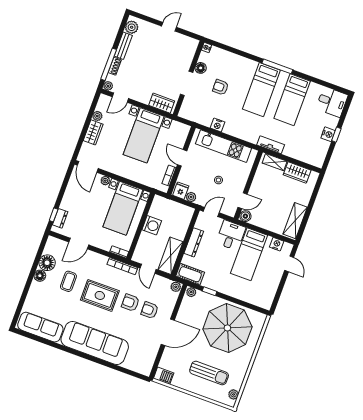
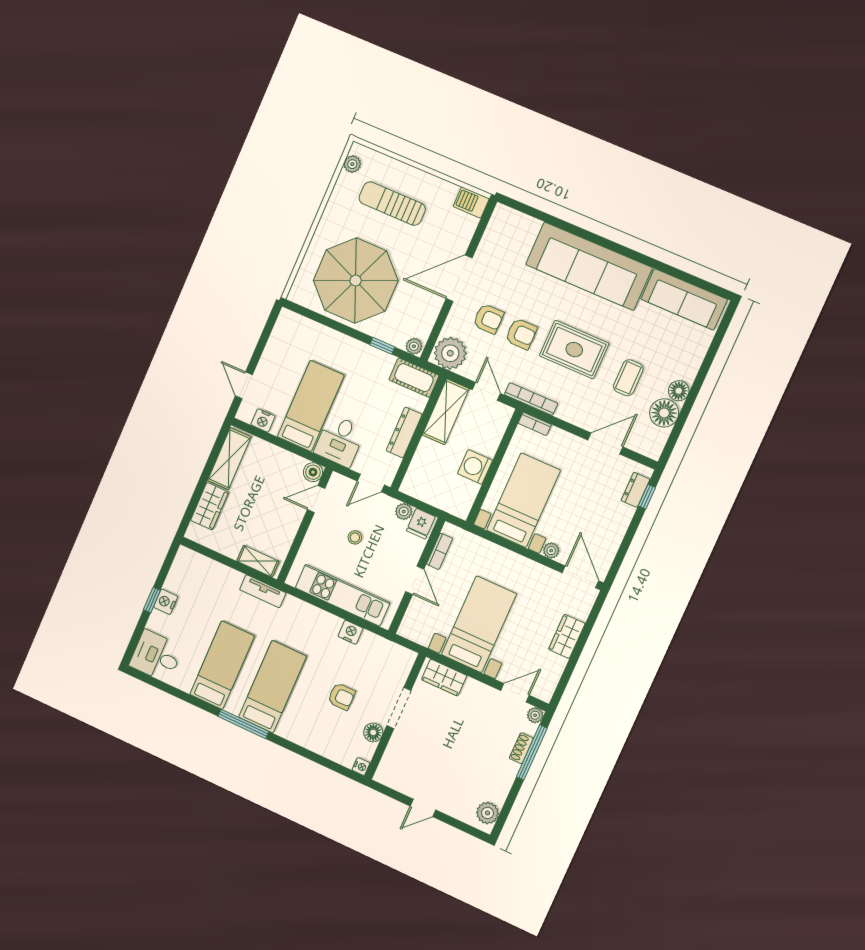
bench: (123, 46) -> (504, 782), removed
plant: (97, 116) -> (558, 664), removed
wardrobe: (297, 172) -> (210, 506), moved, turned 90
plant: (176, 287) -> (450, 353), width x1.87, depth x1.87

